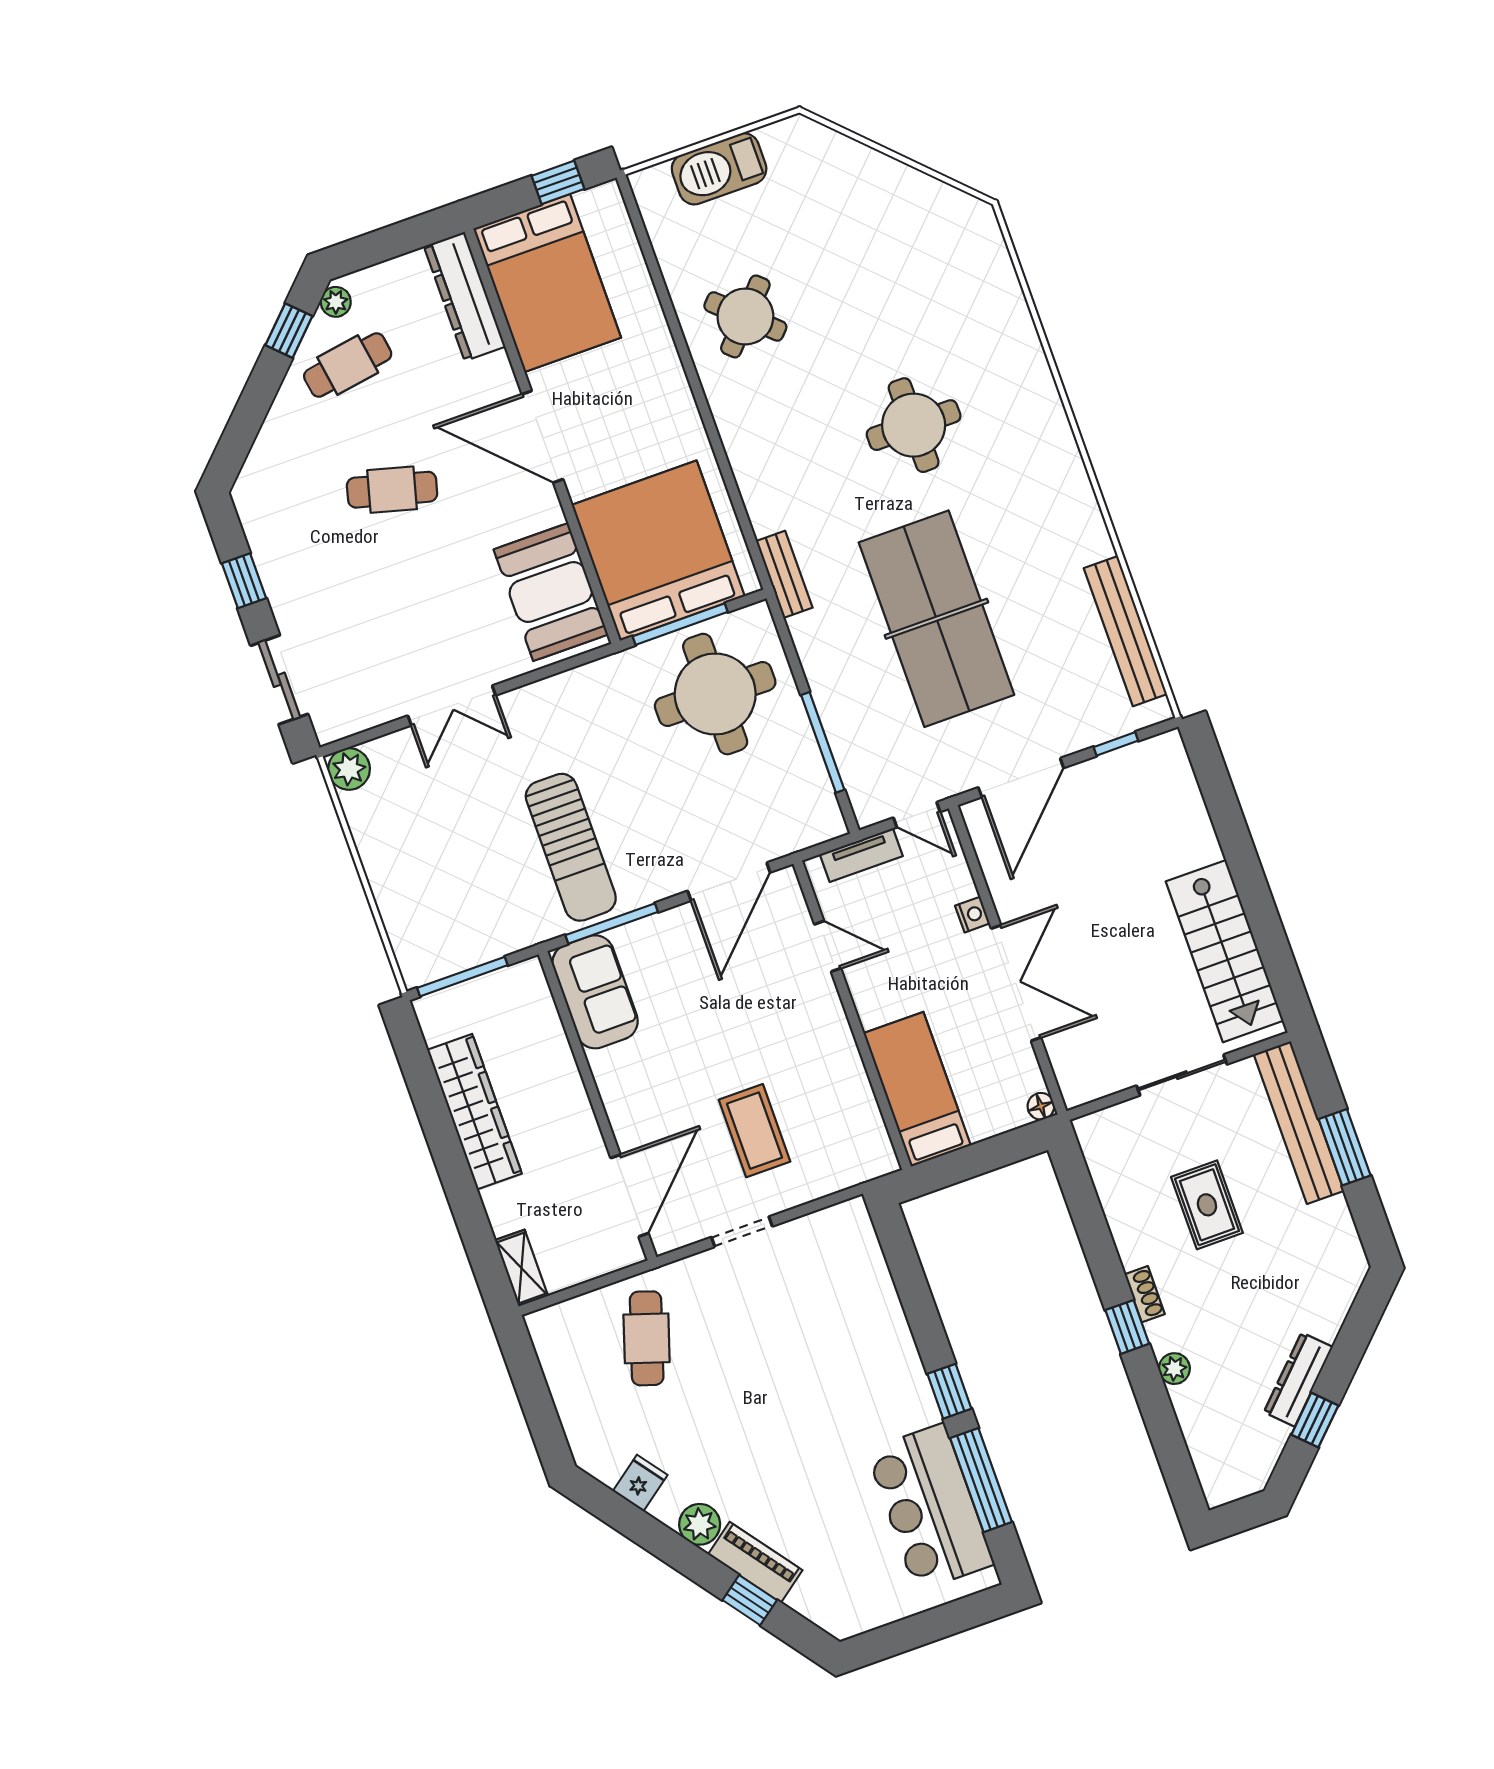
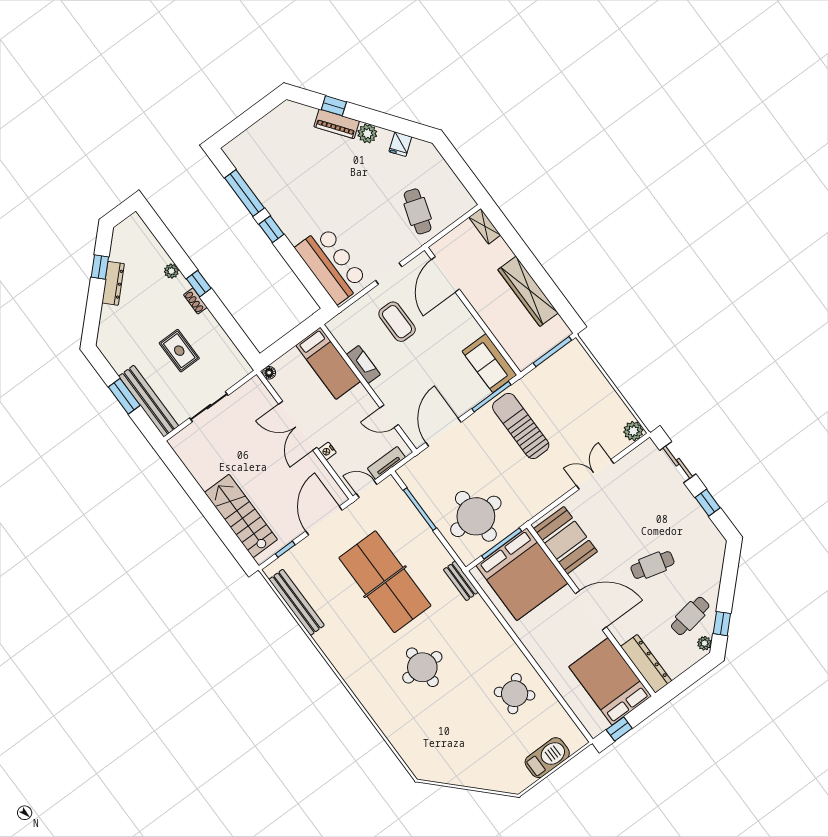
stairs: (1225, 951) -> (241, 516), moved
fireplace: (848, 1066) -> (363, 365), added
bar counter: (930, 1507) -> (332, 265), moved

